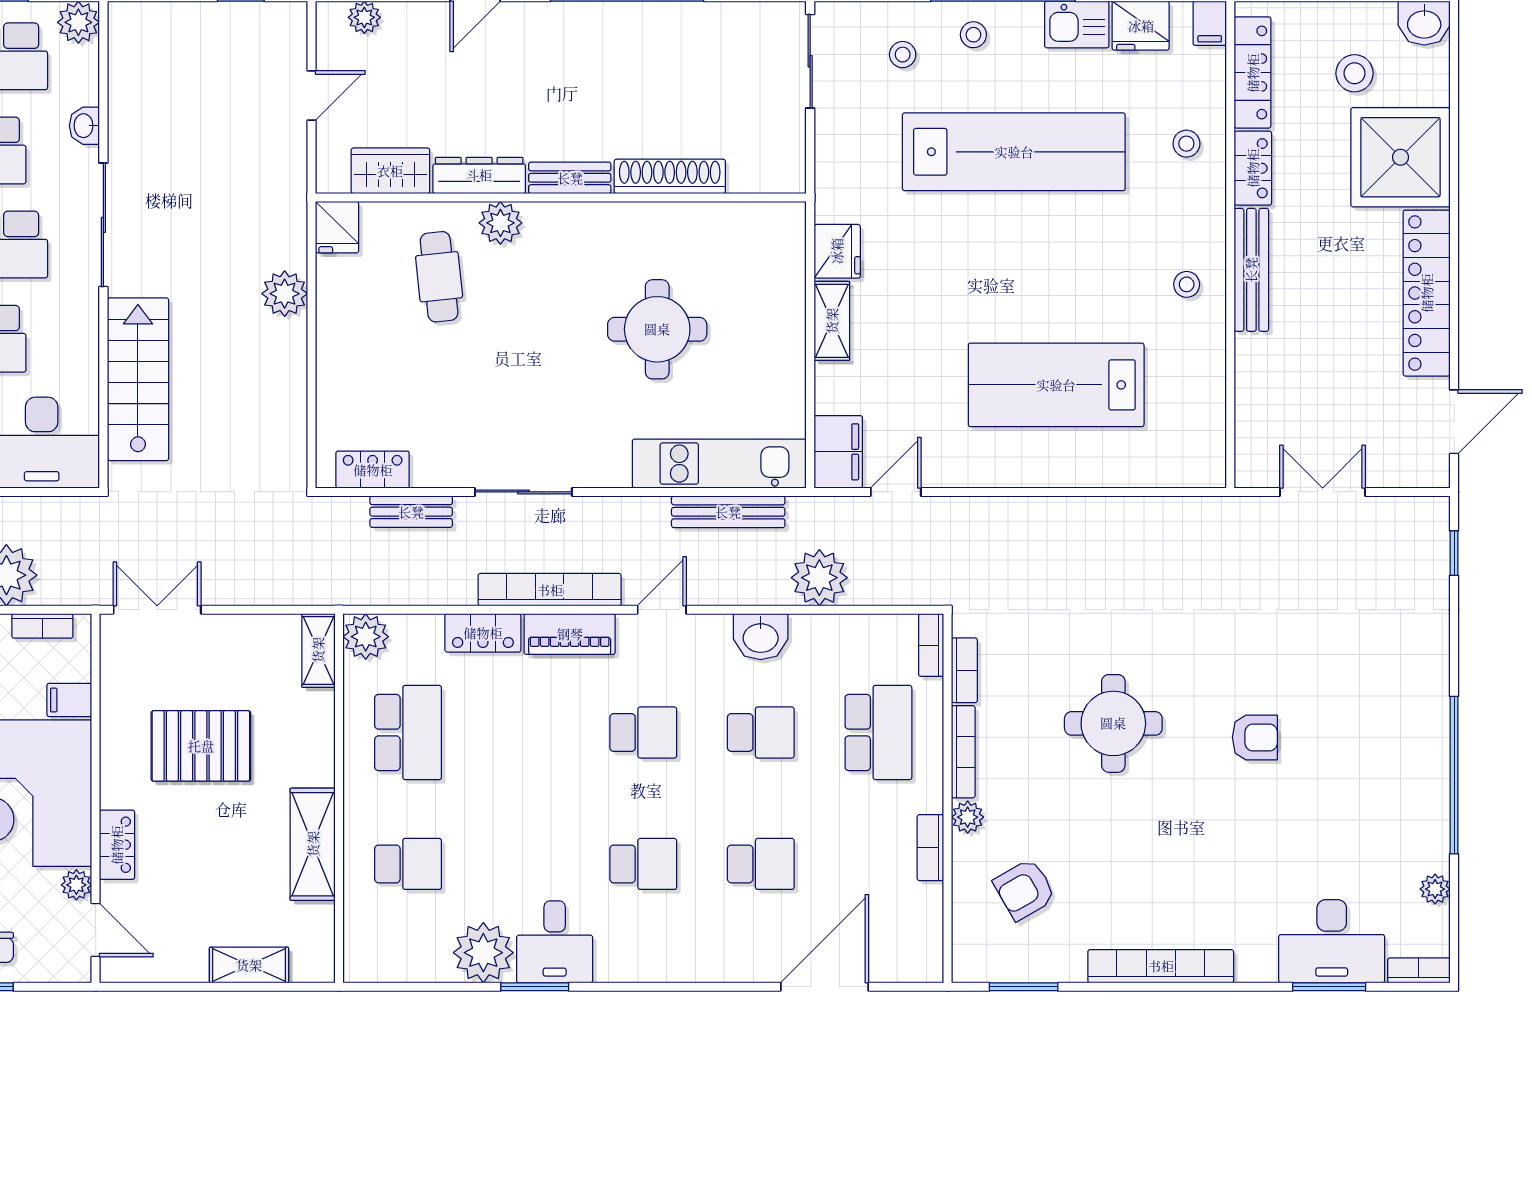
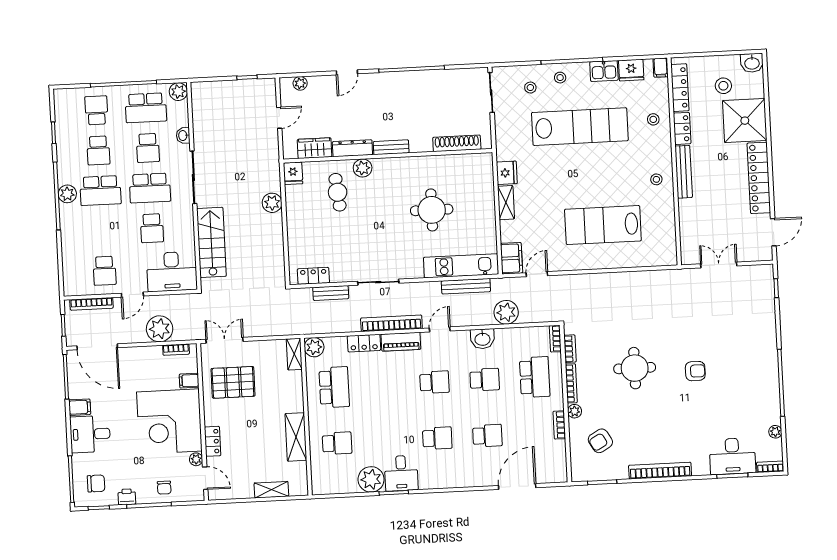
shoe rack: (670, 176) -> (457, 143), moved
pallet: (201, 746) -> (233, 382), moved

